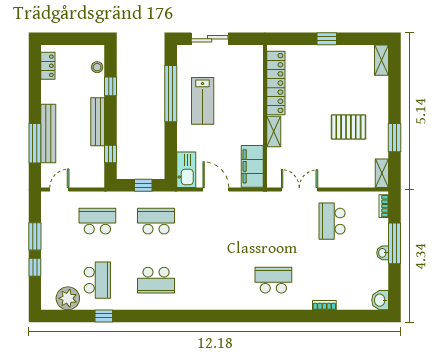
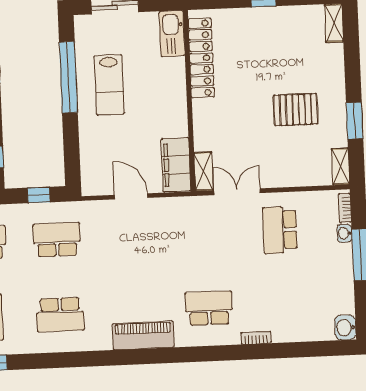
shelving: (274, 131) -> (203, 171), moved
kitchen sink: (186, 170) -> (172, 34), moved, turned 180
washbasin: (383, 253) -> (344, 233), moved
piano: (221, 299) -> (143, 335), added
bookcase: (324, 305) -> (256, 338), moved

